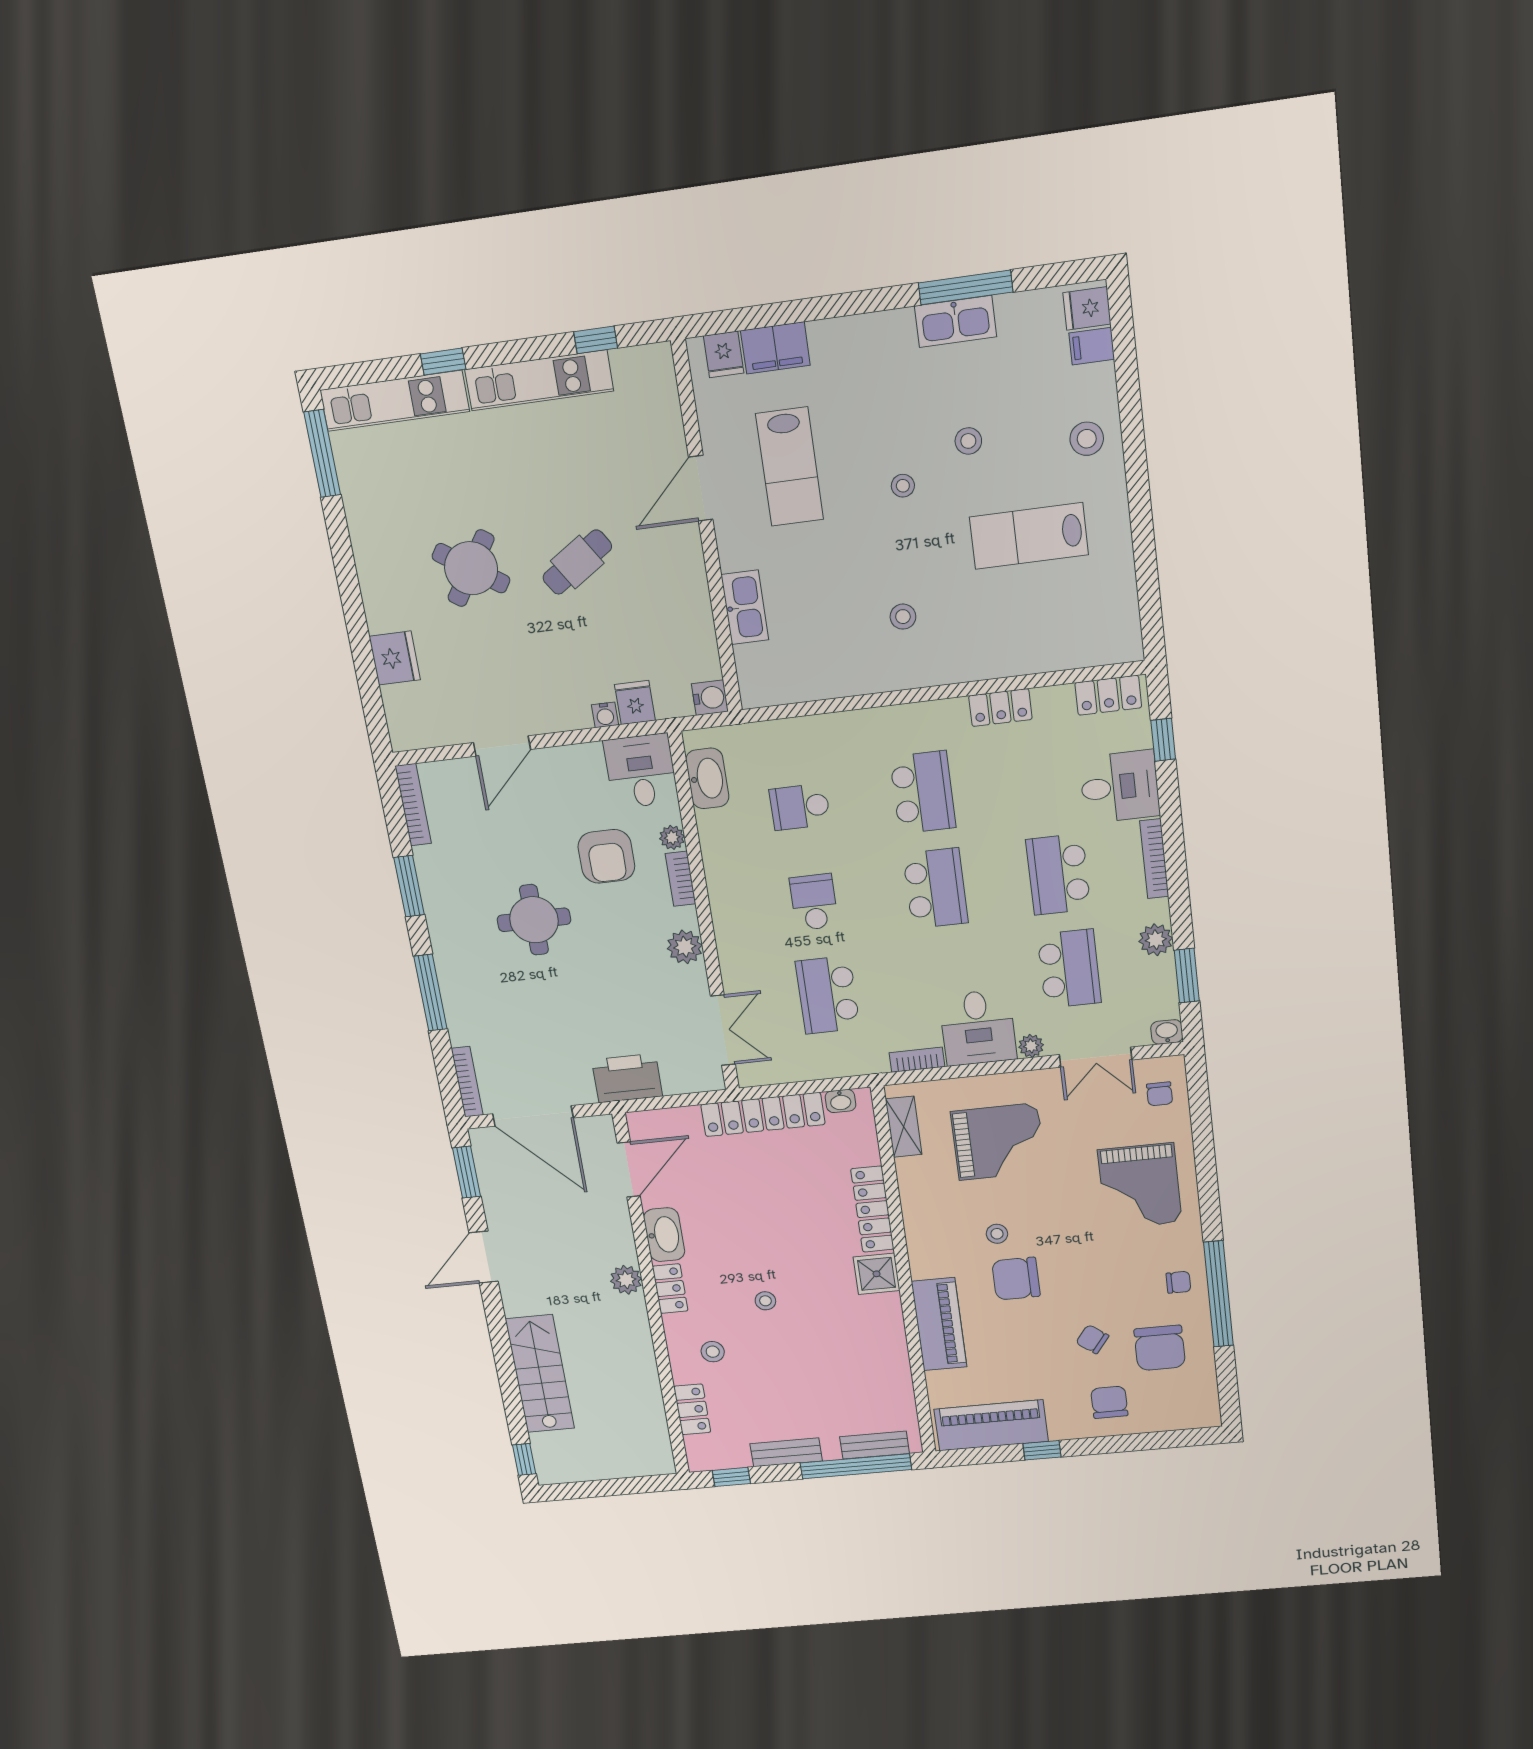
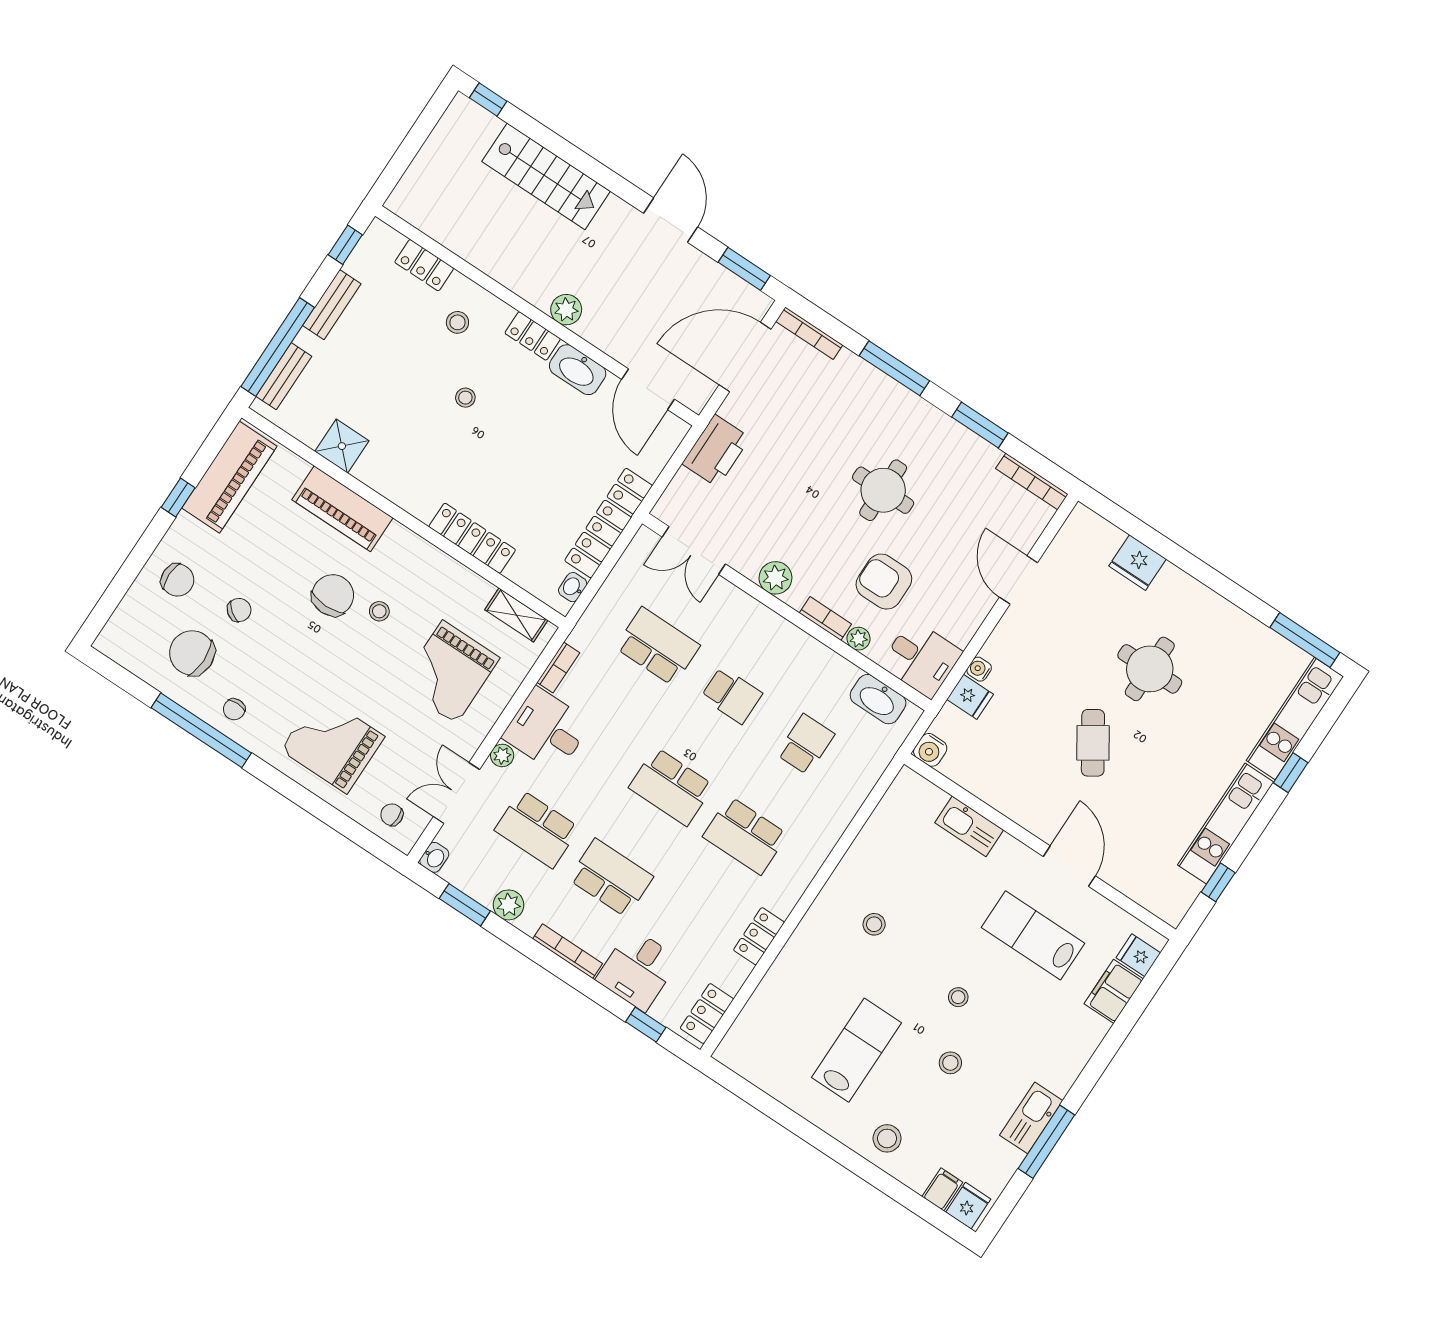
round table: (471, 568) -> (1150, 669), turned -34
shower: (877, 1274) -> (342, 446), moved

